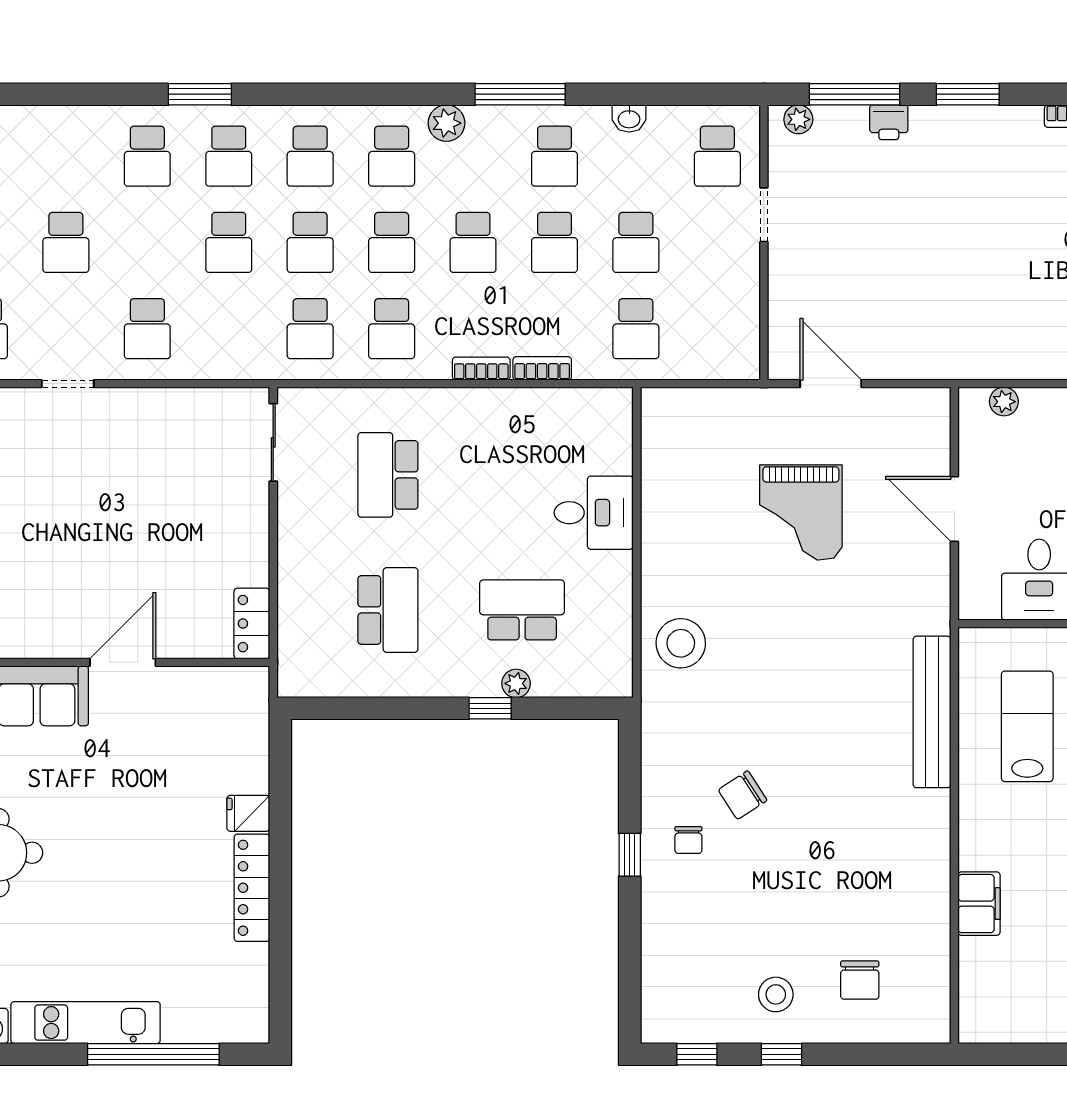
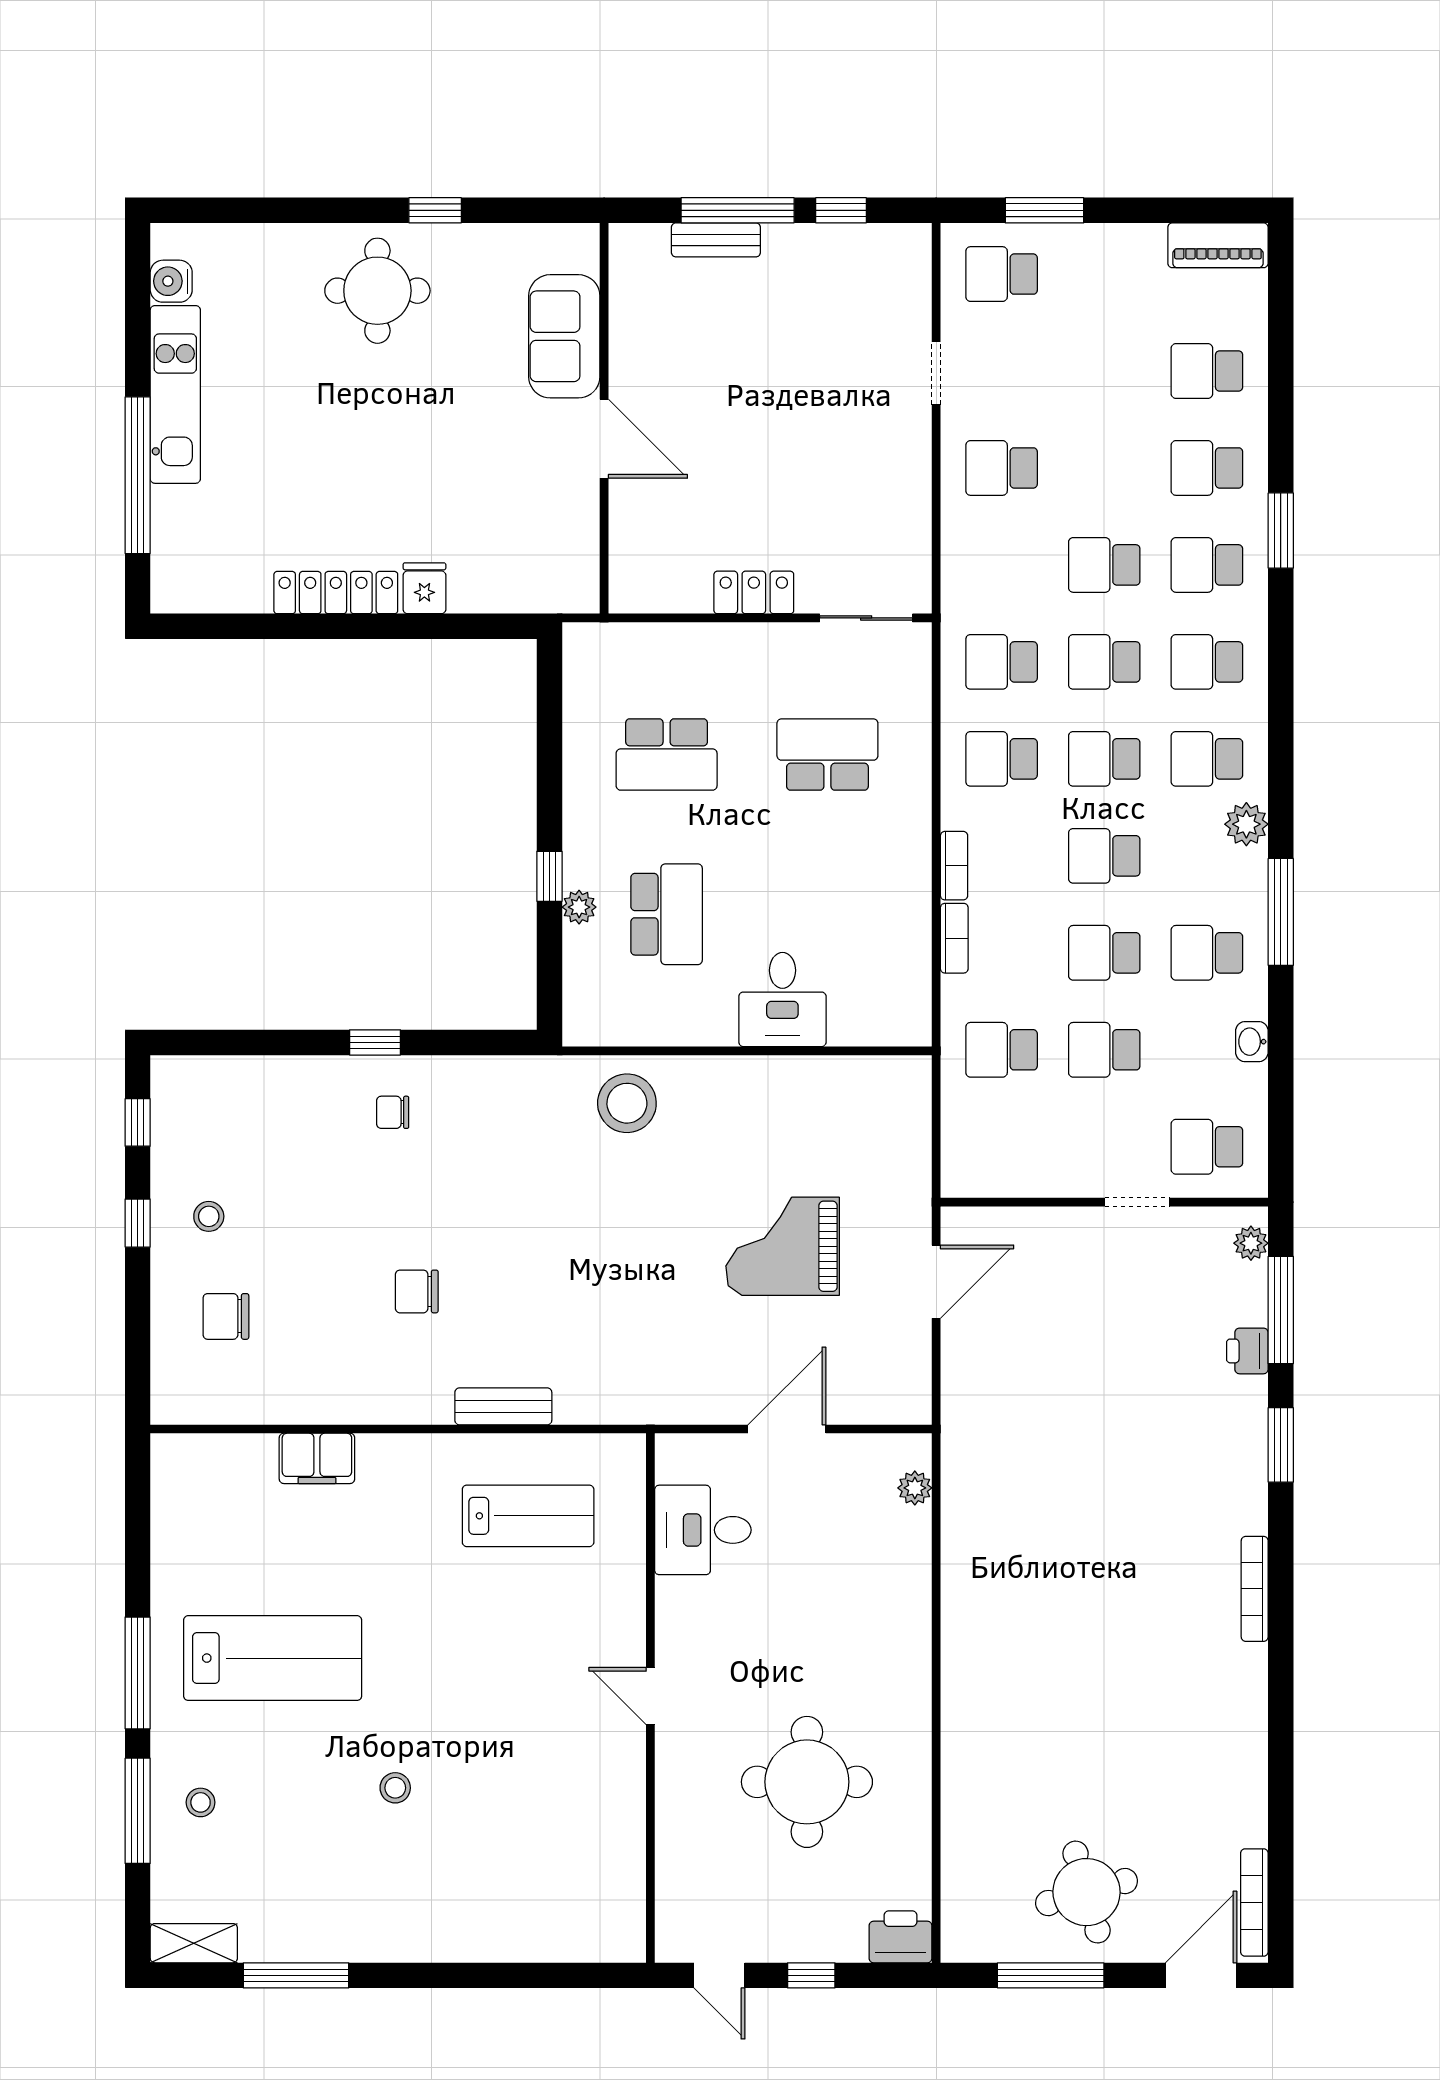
school desk: (66, 242) -> (1207, 371), moved
locker: (252, 624) -> (754, 592), moved
bench: (932, 712) -> (503, 1406), width x0.54, depth x0.82
chair: (743, 795) -> (417, 1291), moved, turned -57
stool: (776, 994) -> (209, 1216), width x0.73, depth x0.73

